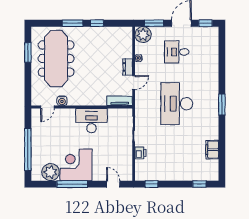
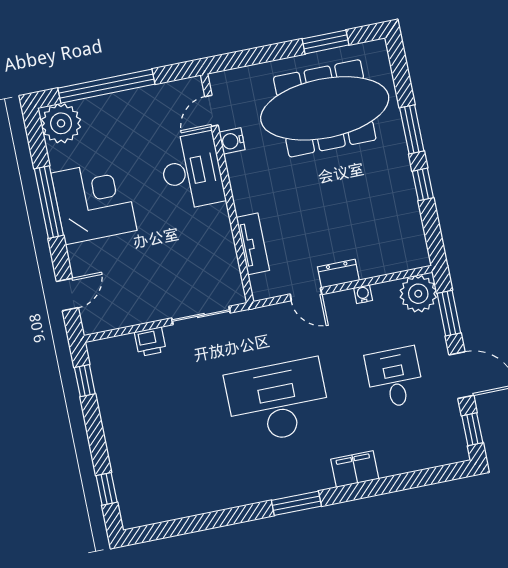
tv unit: (120, 101) -> (253, 244), moved
door: (47, 107) -> (211, 111), hinge flipped
desk: (91, 121) -> (192, 171), moved
filing cabinet: (212, 150) -> (355, 469), moved
plant: (51, 172) -> (61, 123), moved

